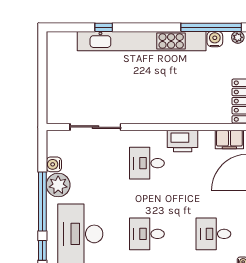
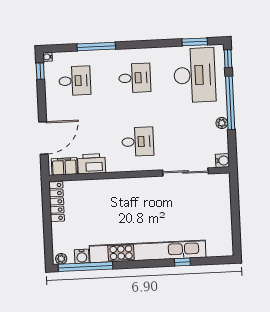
printer: (183, 141) -> (92, 164), moved
water cooler: (54, 164) -> (222, 161), moved
plant: (58, 185) -> (222, 123), width x0.53, depth x0.53

